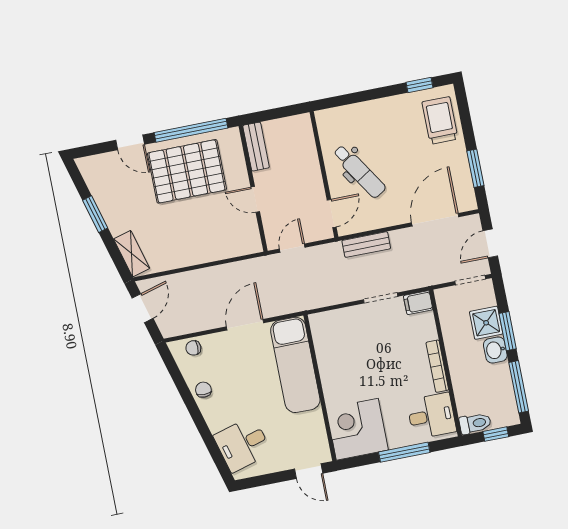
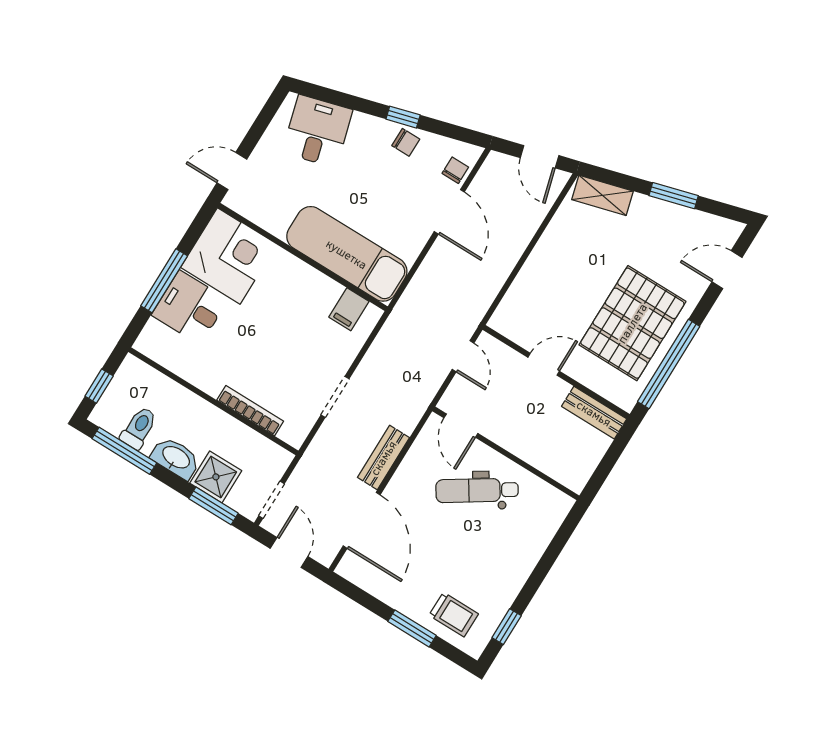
trolley: (440, 120) -> (454, 615), width x0.73, depth x0.72
door: (130, 142) -> (727, 270), moved
window: (475, 168) -> (412, 628), moved
bench: (366, 245) -> (383, 458), moved
filing cabinet: (418, 303) -> (349, 309), moved, turned 180
door: (245, 325) -> (449, 212), moved
window: (508, 331) -> (213, 506), moved
washbasin: (495, 350) -> (176, 458), width x1.38
bookcase: (437, 366) -> (250, 411), moved
window: (191, 404) -> (403, 117), added
desk: (432, 416) -> (190, 307), moved, turned 90
toilet: (475, 423) -> (139, 428), moved, turned 180

